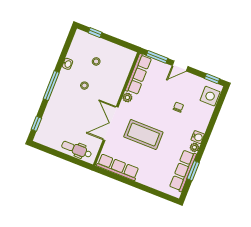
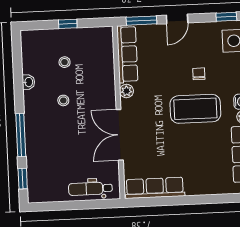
window: (95, 33) -> (68, 24), moved
window: (51, 86) -> (21, 135), moved
coffee table: (143, 135) -> (195, 109), moved

